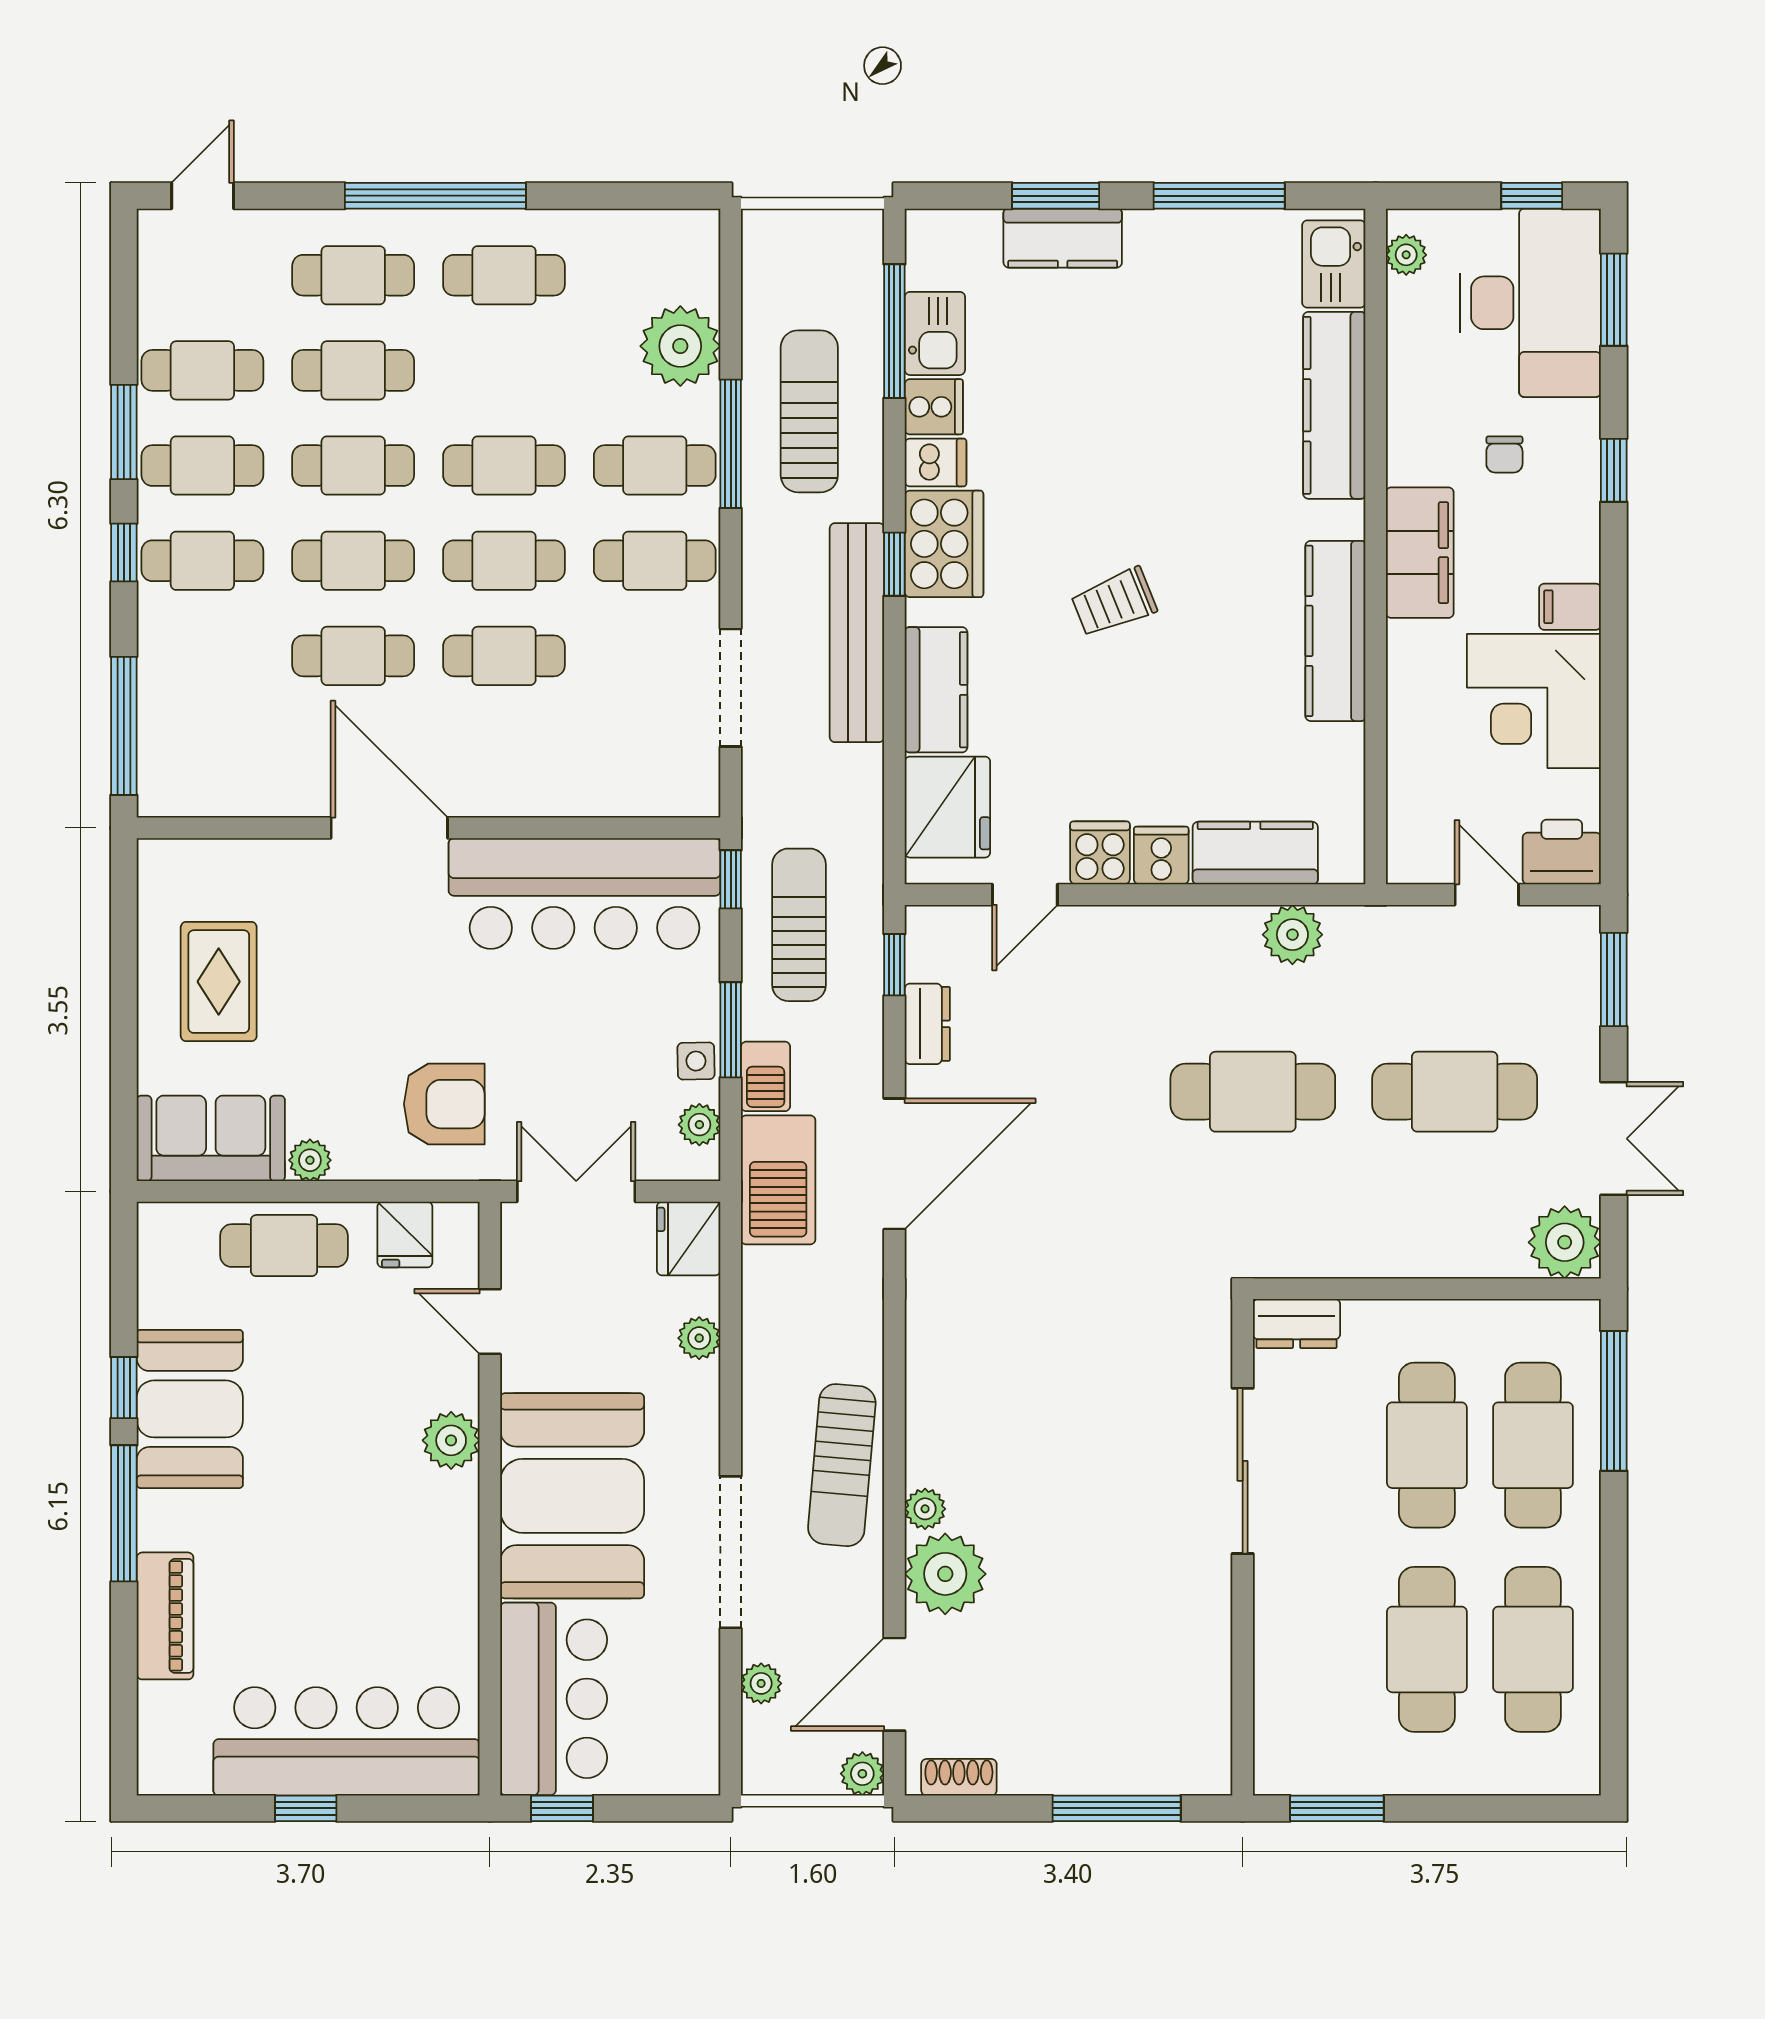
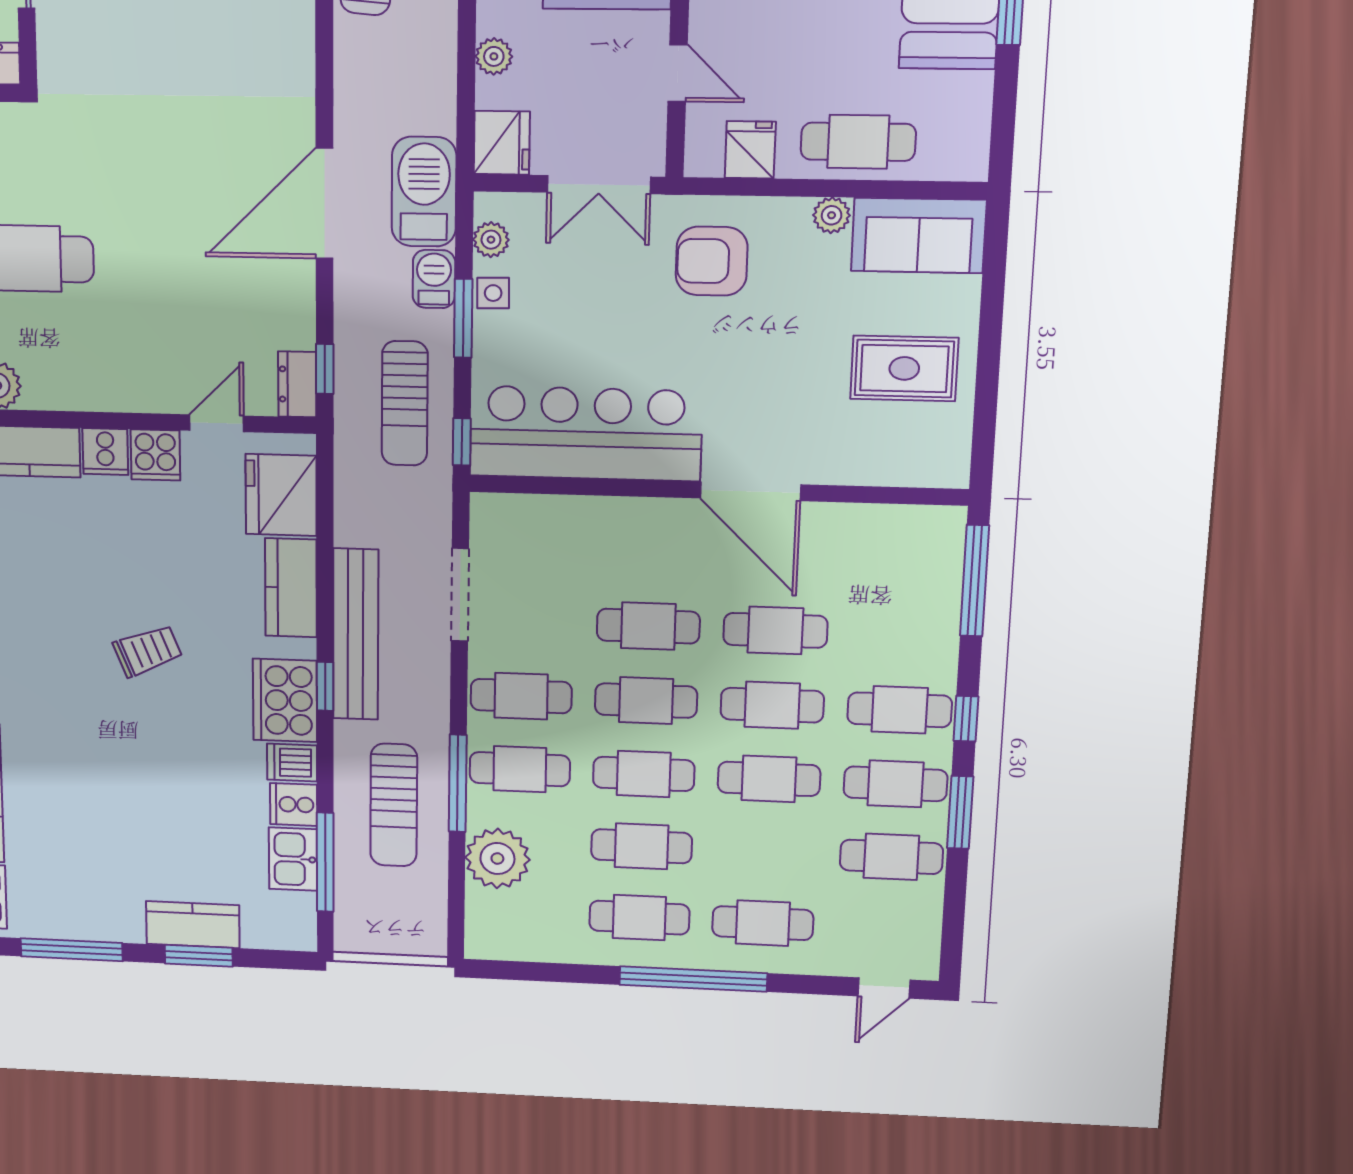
cafe table: (353, 370) -> (642, 846), moved
rug: (219, 982) -> (904, 368), turned 90
dresser: (927, 1024) -> (297, 384), moved

